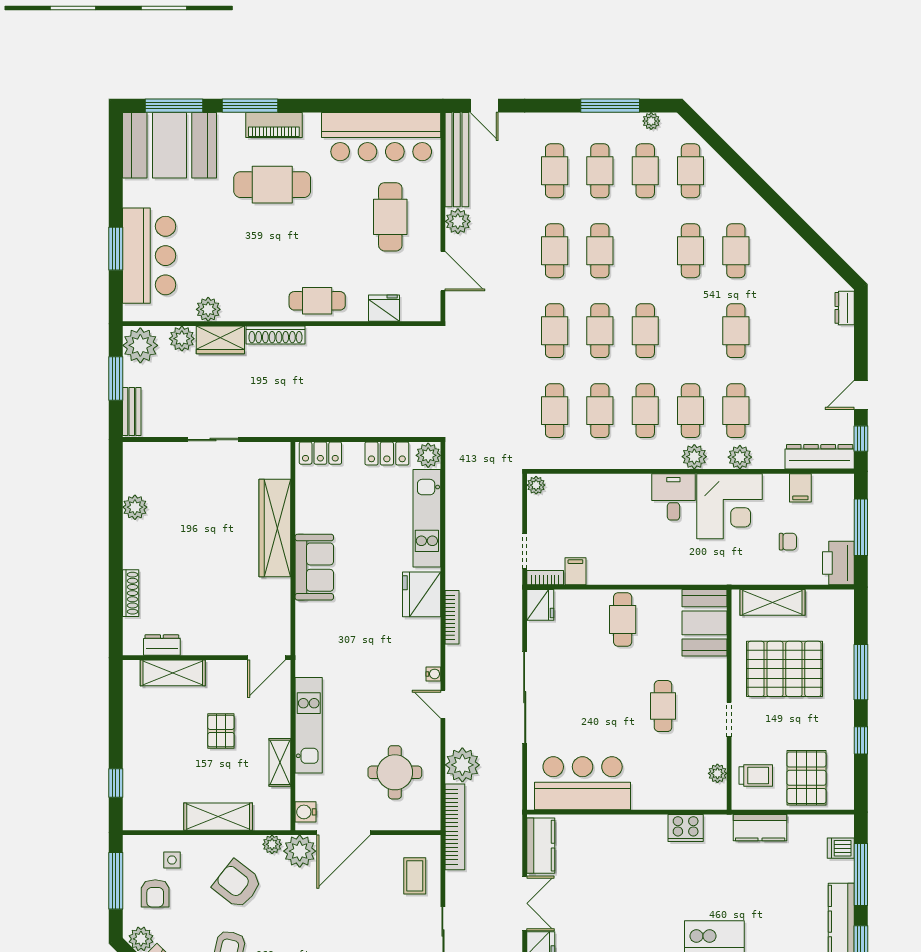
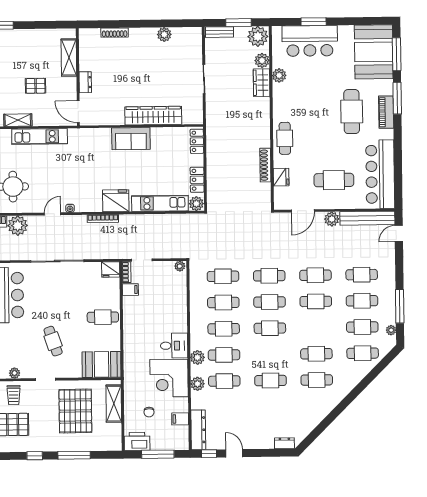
shoe rack: (275, 335) -> (265, 165), moved
dresser: (162, 645) -> (85, 82), moved
cafe table: (663, 706) -> (53, 341), turned 71

